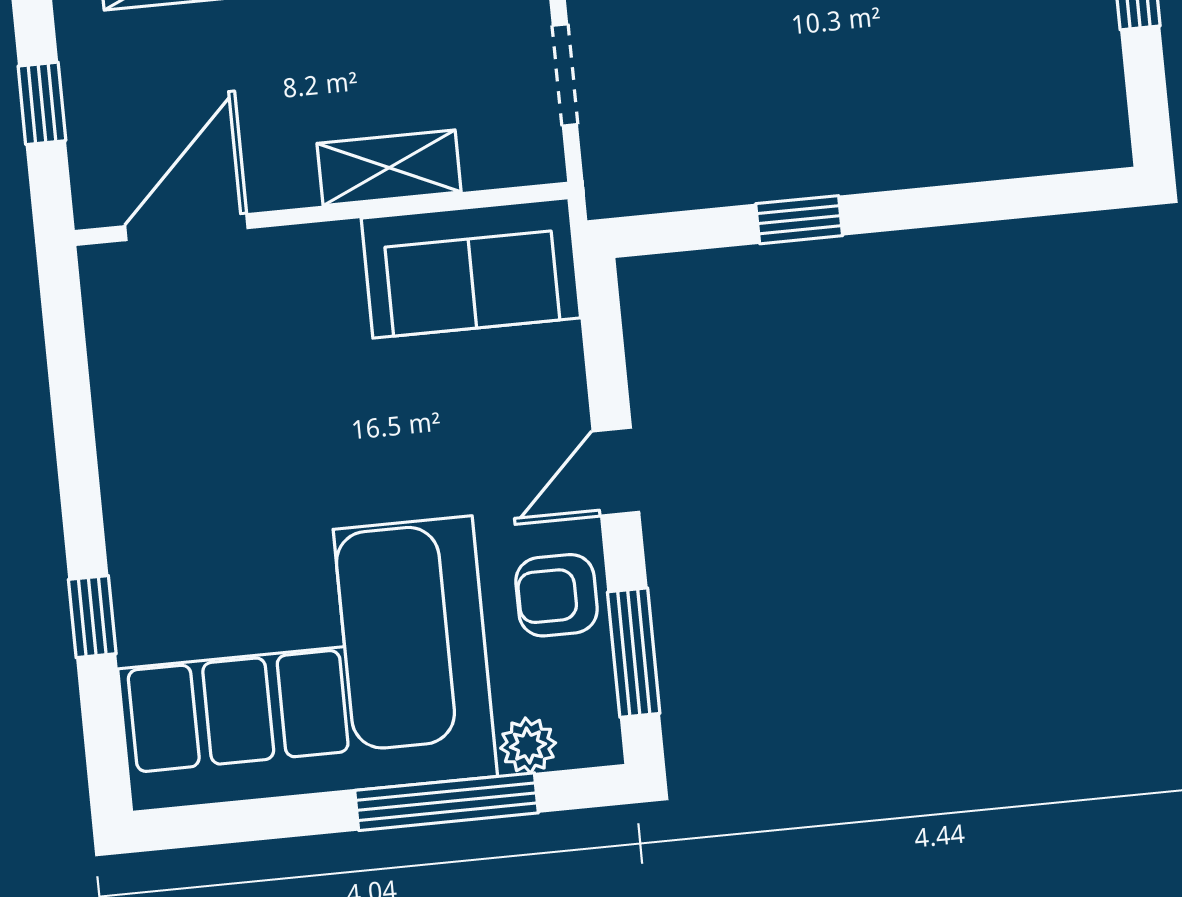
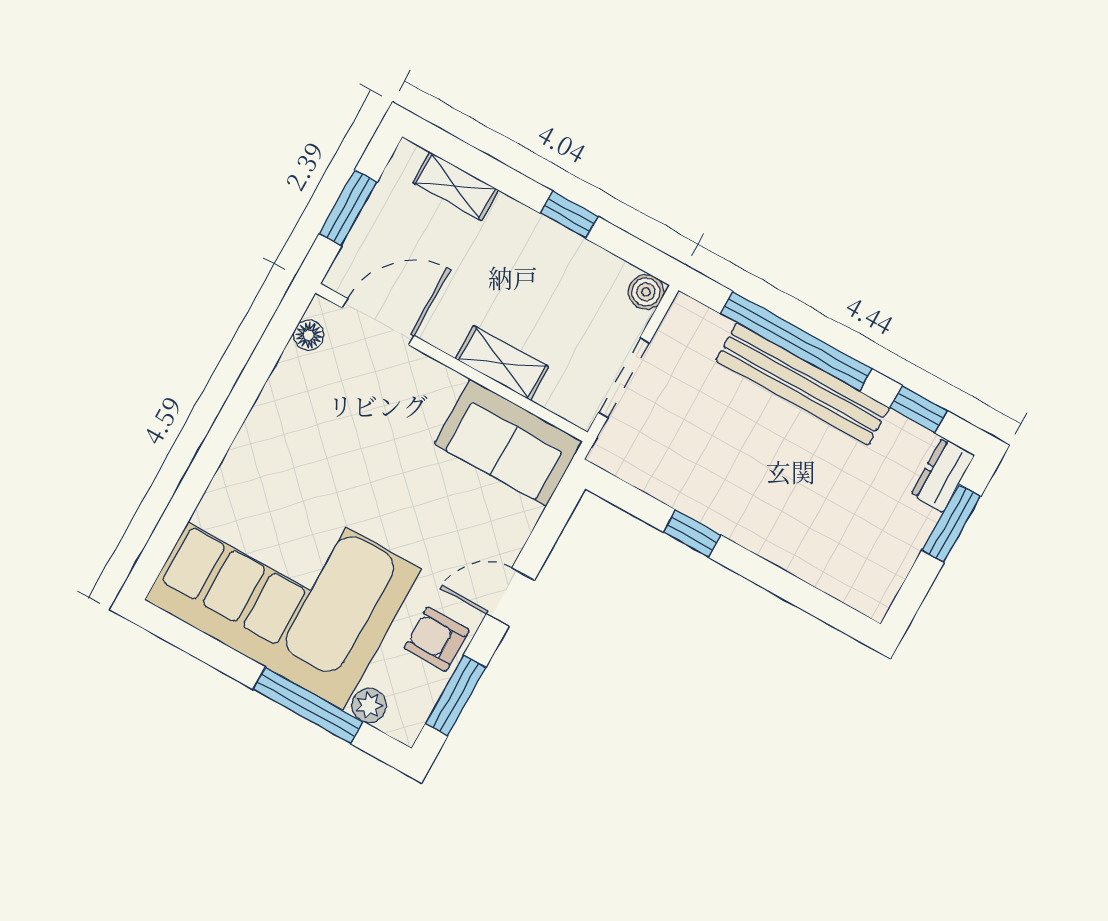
doorway: (565, 75) -> (624, 378), width x1.38
window: (42, 103) -> (348, 208), width x1.50
floor lamp: (107, 309) -> (309, 335), added
window: (92, 617) -> (193, 487), removed

